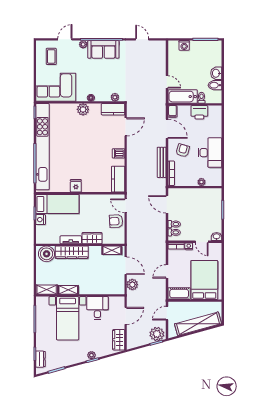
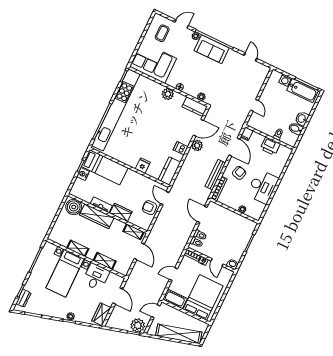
bathtub: (183, 97) -> (303, 91), moved, turned 180
fridge: (76, 186) -> (143, 166), moved
plant: (132, 285) -> (197, 145), moved
shelving: (47, 290) -> (105, 261), moved
door: (126, 316) -> (118, 296), hinge flipped

